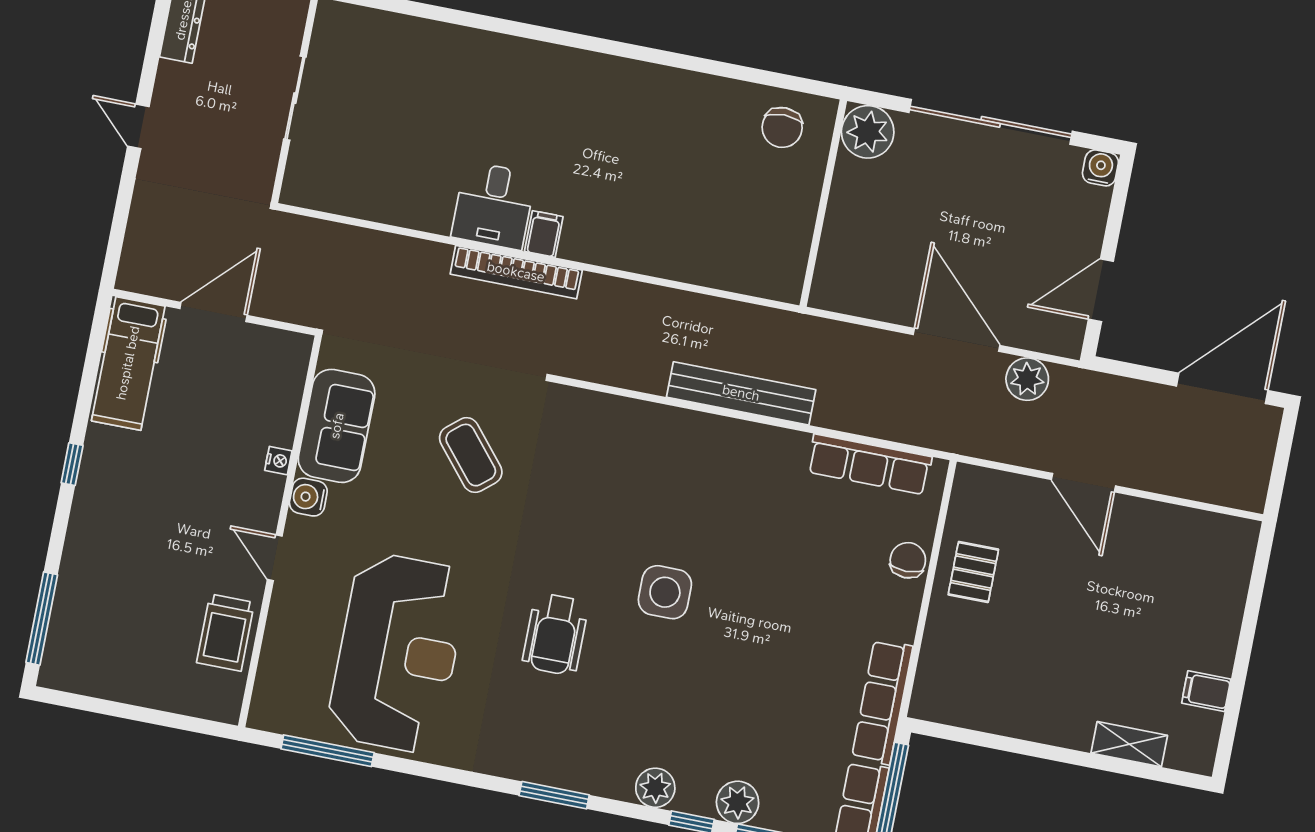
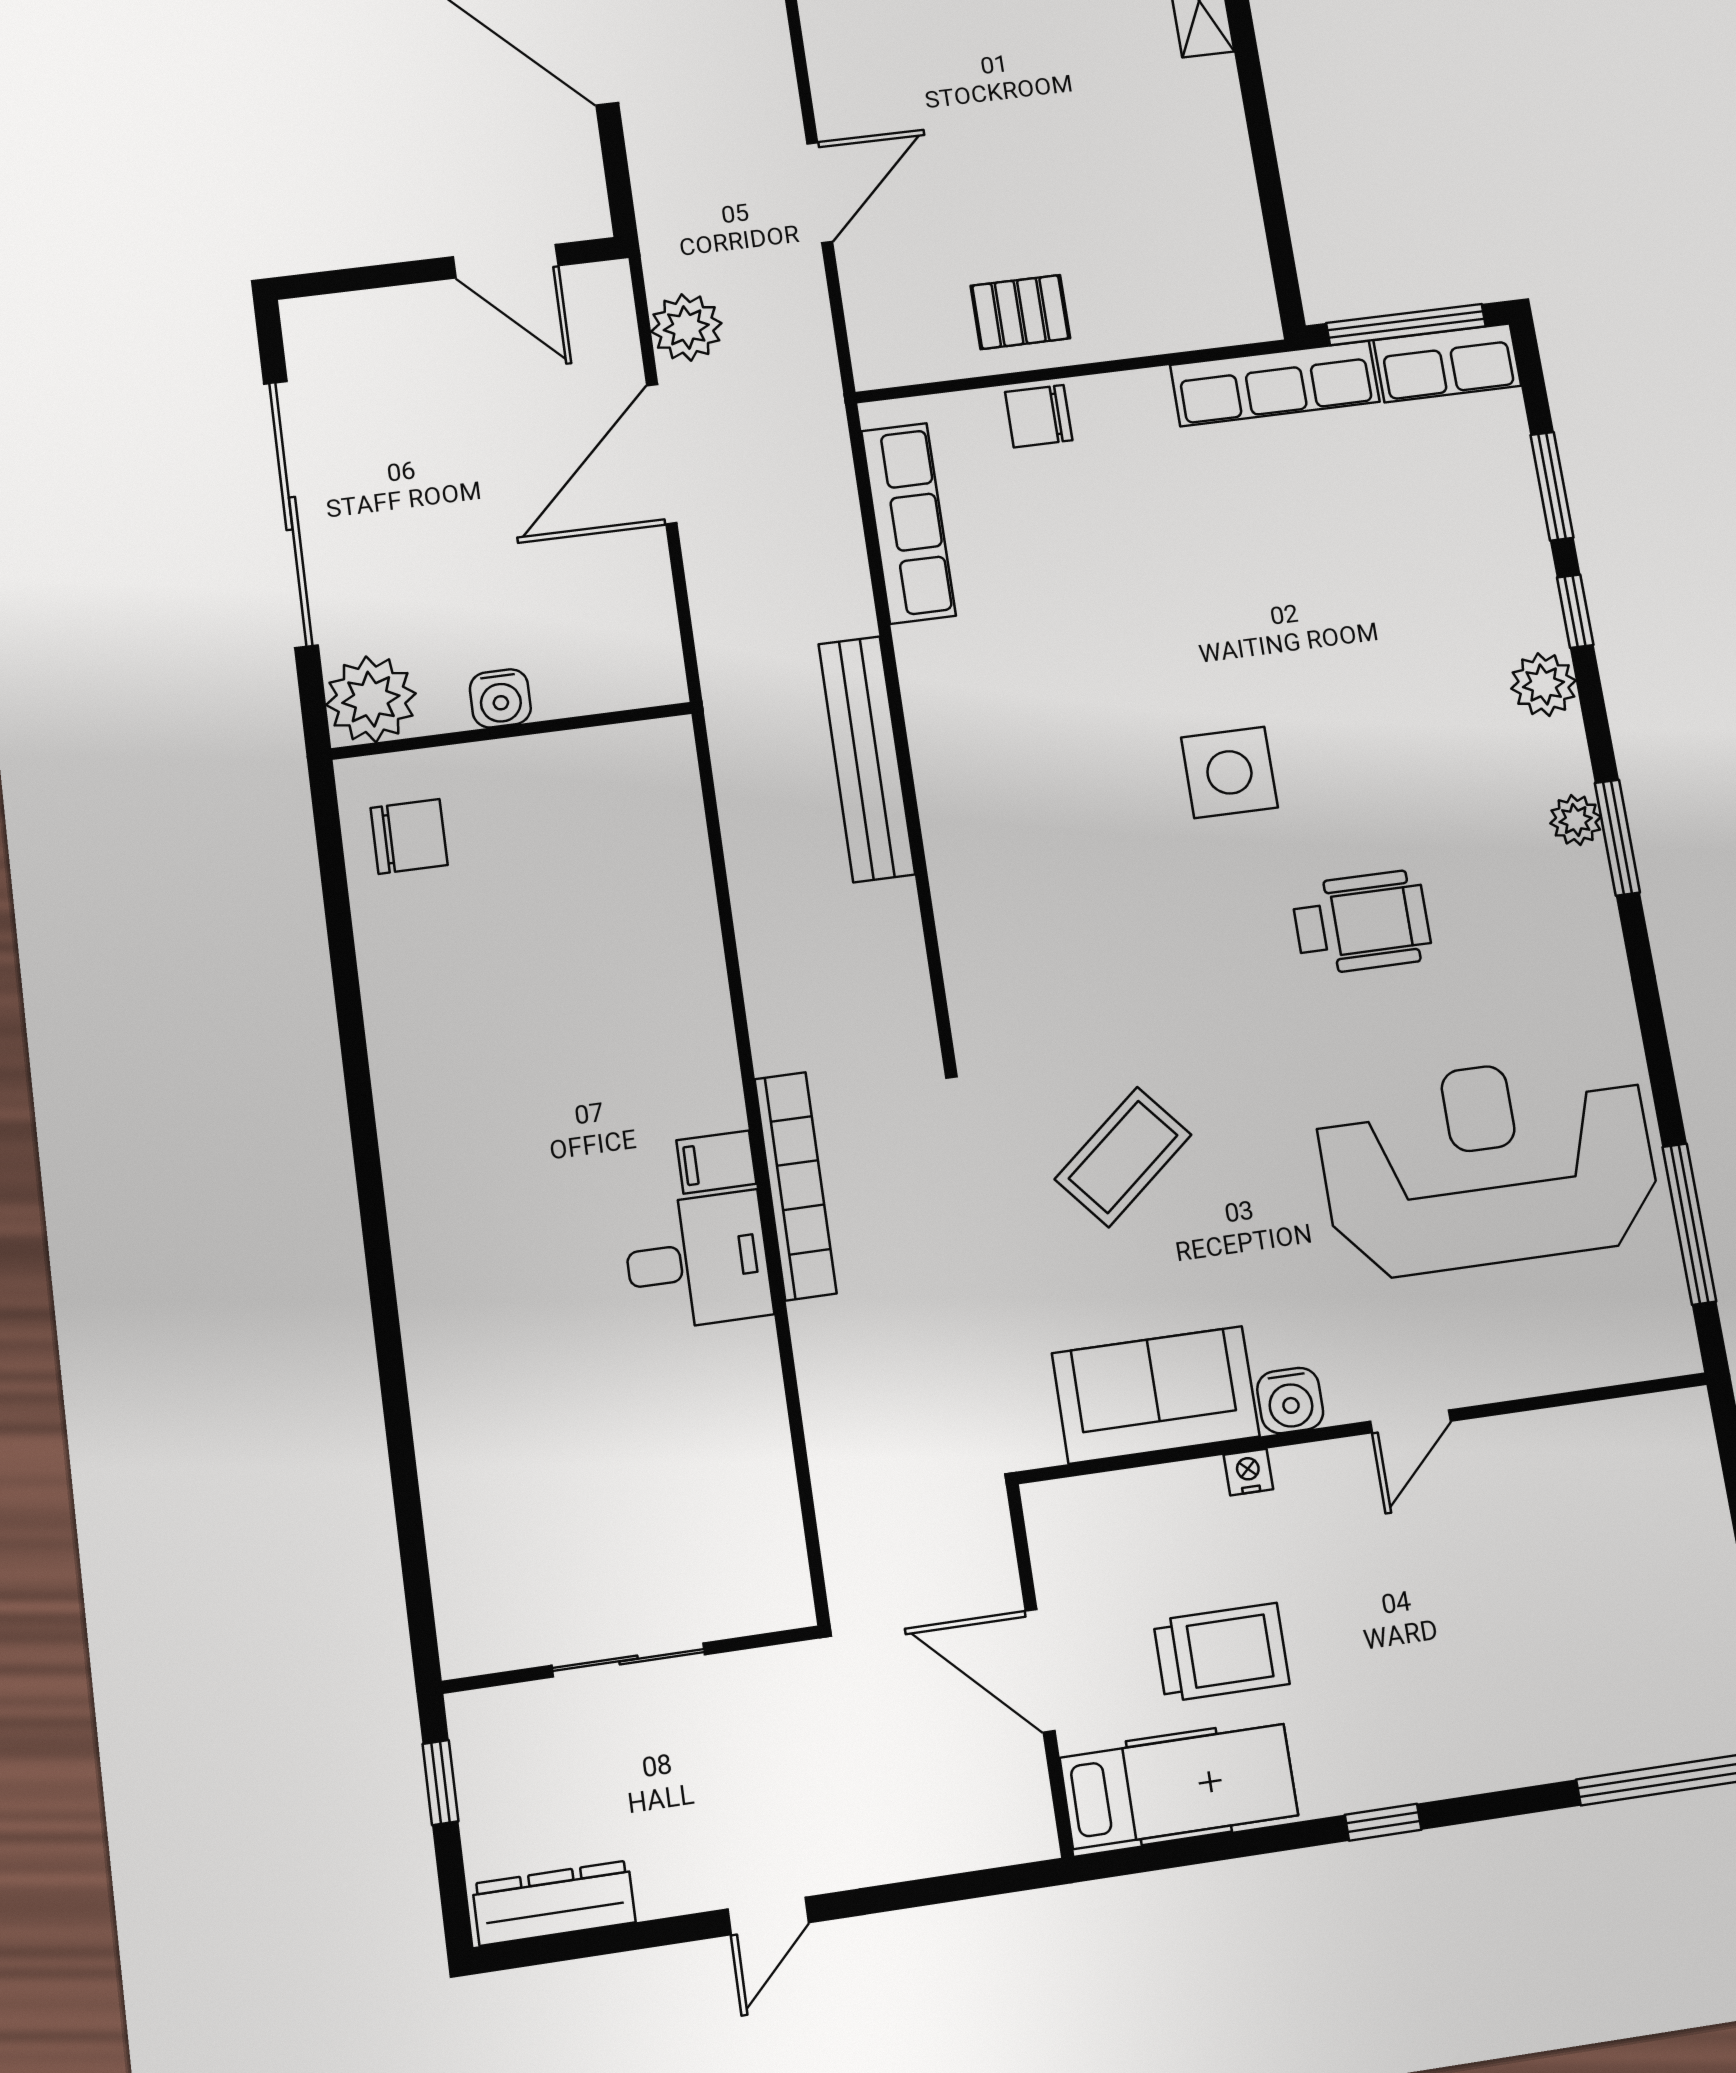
water cooler: (1100, 168) -> (500, 698), moved, turned -90
trolley: (225, 633) -> (1221, 1652), moved
plant: (738, 802) -> (1576, 820), moved, width x0.73, depth x0.73

